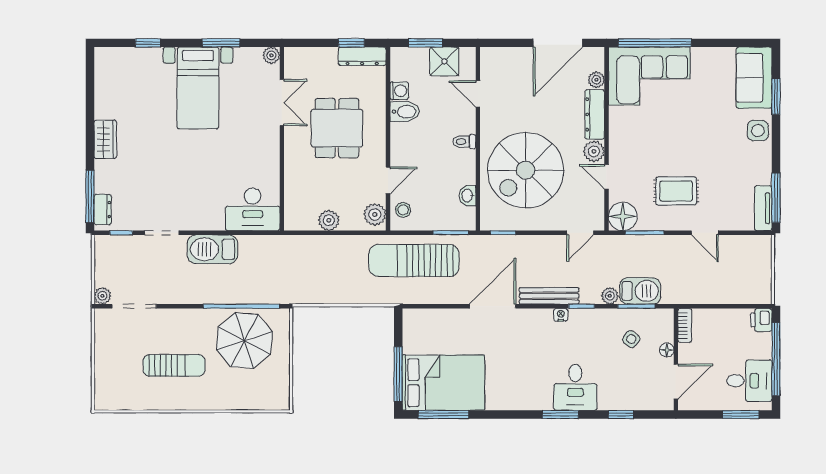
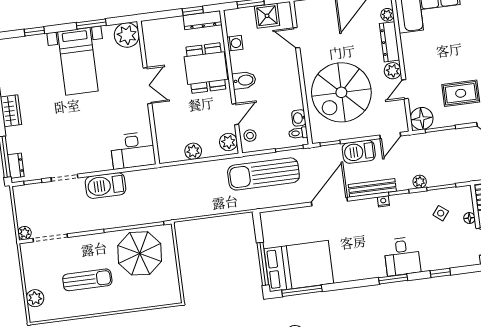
plant: (271, 55) -> (127, 35), width x1.88, depth x1.88
double door: (282, 103) -> (147, 86), moved
bidet: (405, 112) -> (244, 80), moved
dining table: (337, 128) -> (206, 68), moved
toilet: (464, 142) -> (298, 133), moved
door: (606, 177) -> (405, 89), hinge flipped
barbecue: (640, 291) -> (359, 152), moved, turned 180
plant: (105, 380) -> (35, 298), added

